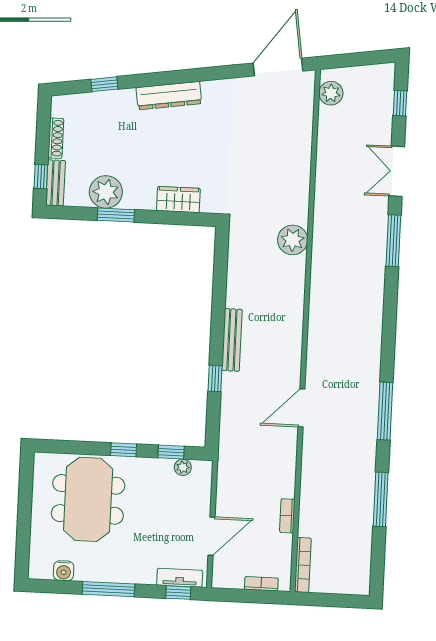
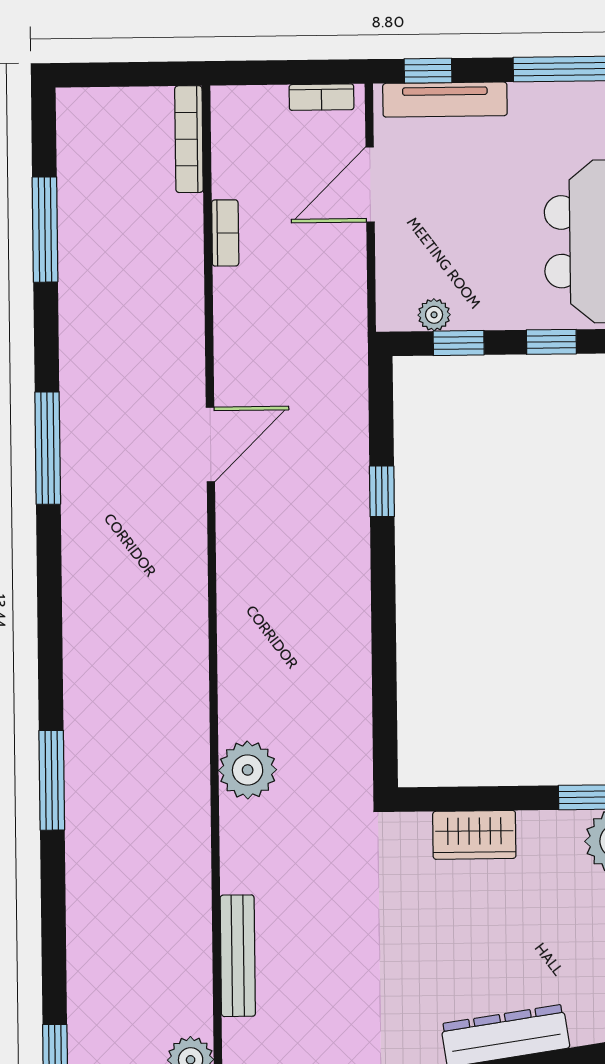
double door: (397, 171) -> (53, 916), removed
bench: (232, 340) -> (238, 956), moved
window: (381, 499) -> (45, 230), moved
tv unit: (180, 578) -> (445, 100), width x1.41
bookcase: (261, 584) -> (322, 97), moved

